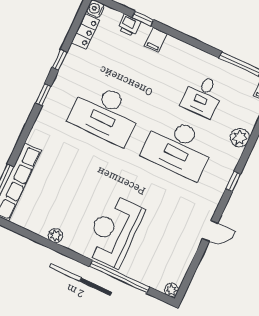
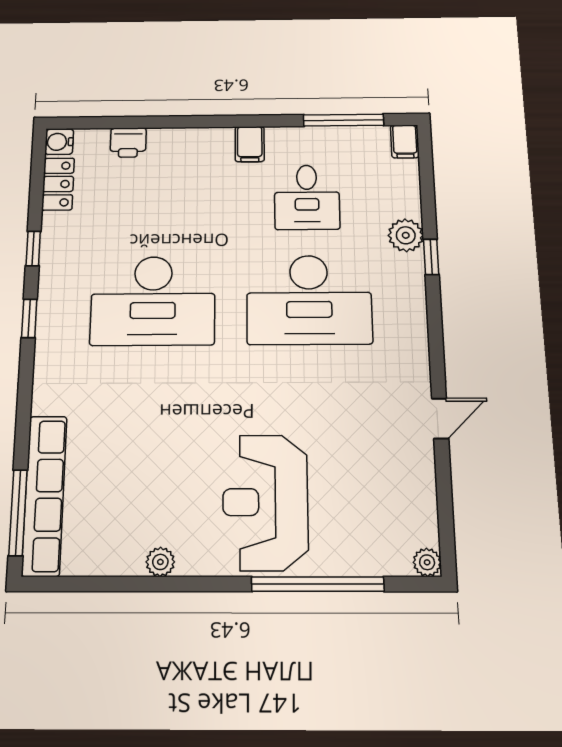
window: (143, 19) -> (146, 122), removed
filing cabinet: (156, 40) -> (250, 144), moved
window: (233, 181) -> (431, 257), moved

